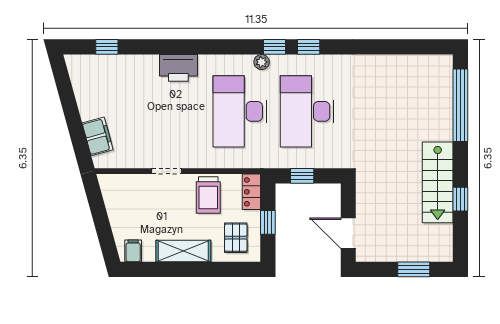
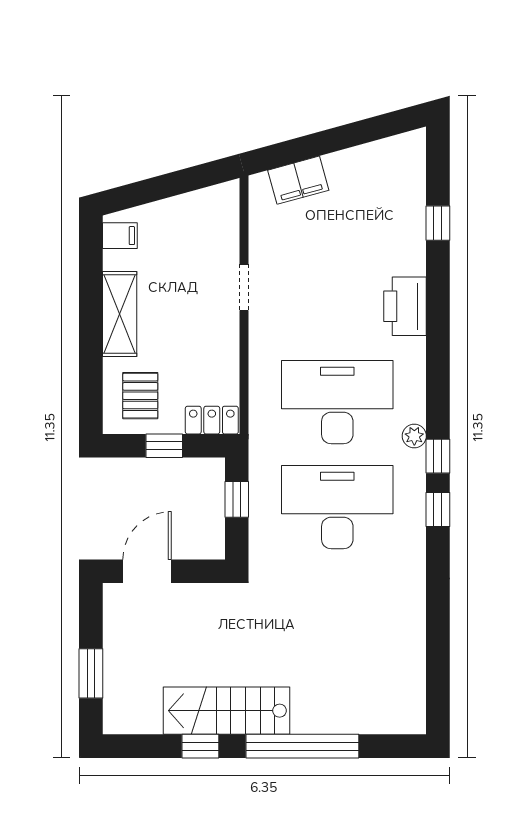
window: (107, 47) -> (438, 223), moved
window: (460, 105) -> (302, 746), moved
trolley: (208, 195) -> (207, 353), removed
pallet: (236, 238) -> (140, 396), turned 90

